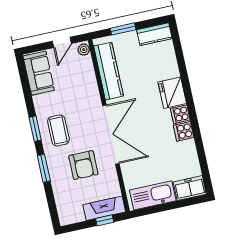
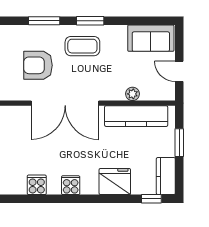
window: (177, 42) -> (151, 199), added
plant: (84, 50) -> (132, 94), moved
fridge: (172, 93) -> (115, 182), moved
cooker: (184, 131) -> (37, 185), moved

